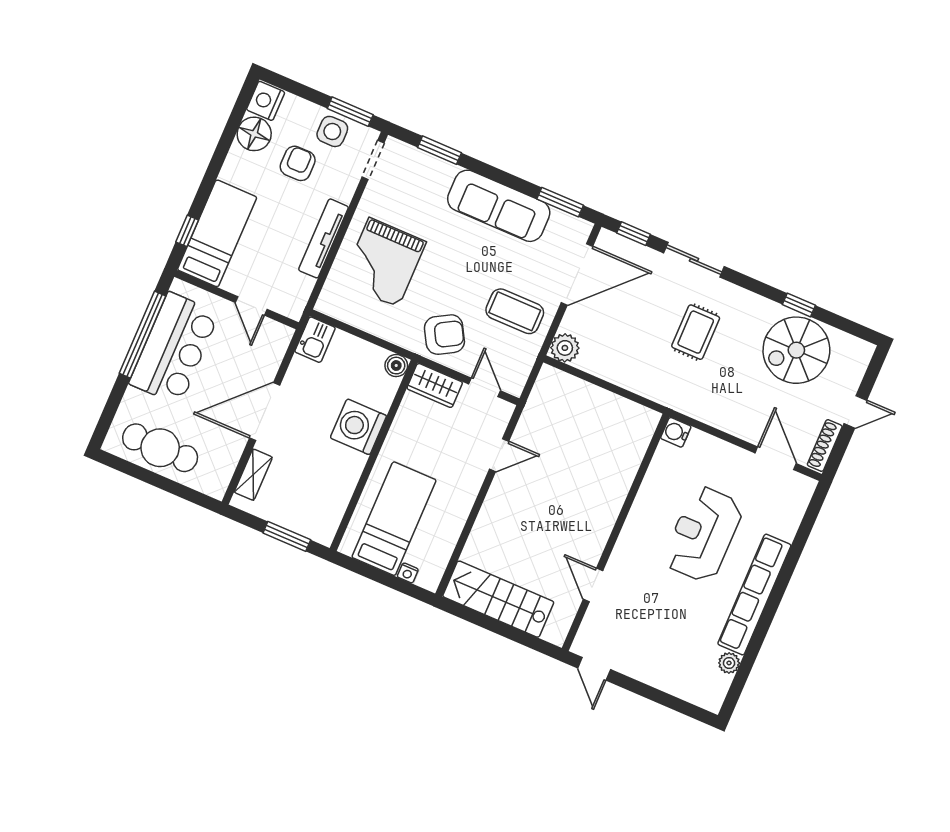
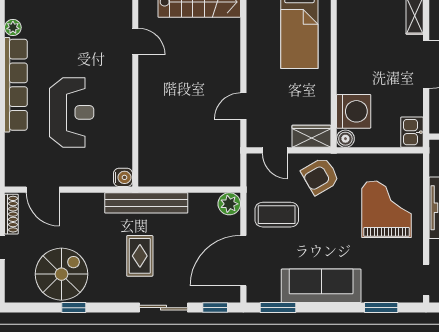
bench: (661, 391) -> (146, 203), added
washing machine: (358, 427) -> (354, 111), moved

